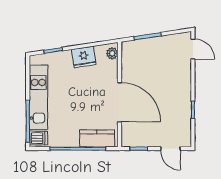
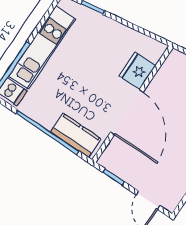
plant: (112, 53) -> (155, 54), removed
fridge: (84, 57) -> (137, 71), moved, turned 99

